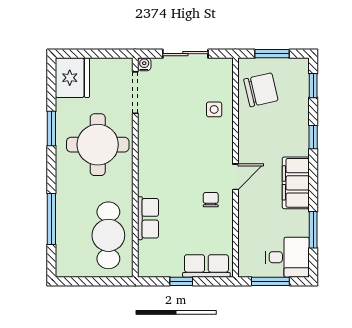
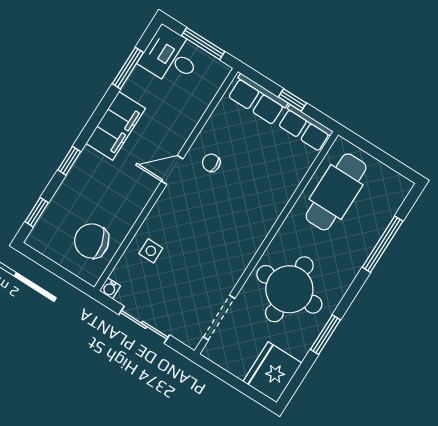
window: (272, 54) -> (58, 270), removed
water cooler: (144, 64) -> (110, 288), moved
chair: (211, 200) -> (211, 163), turned 90
row of seats: (148, 218) -> (305, 128), moved, turned -90

